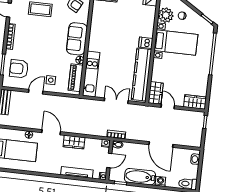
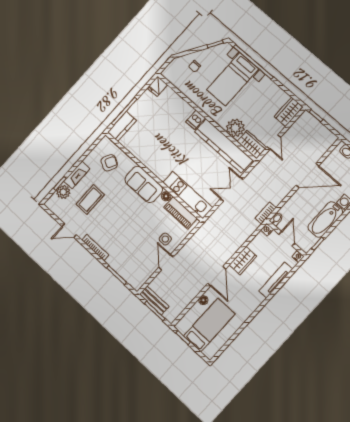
plant: (166, 15) -> (235, 128), moved
bed with nightstands: (176, 43) -> (233, 79), moved, turned 180
armchair: (19, 69) -> (132, 262), removed
door: (168, 107) -> (274, 142), swing flipped
door: (51, 132) -> (217, 276), swing flipped

